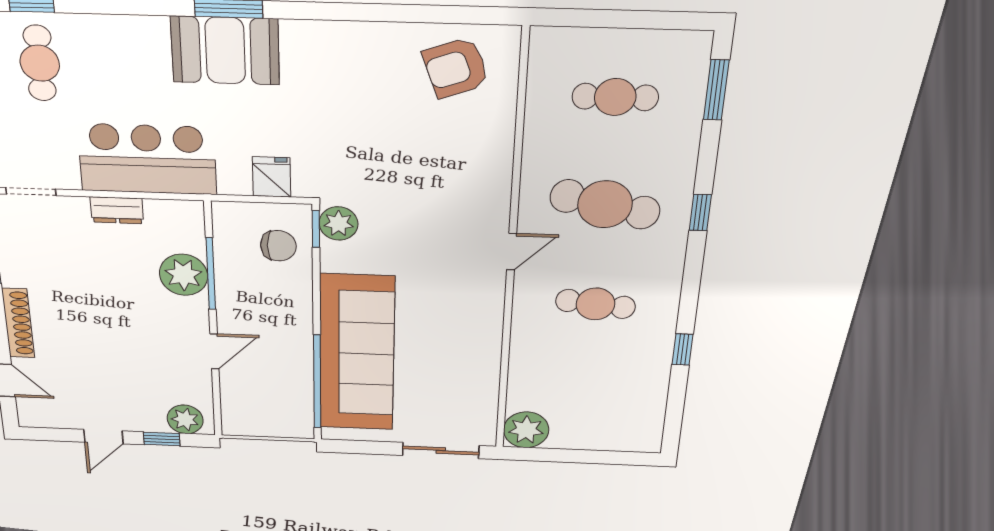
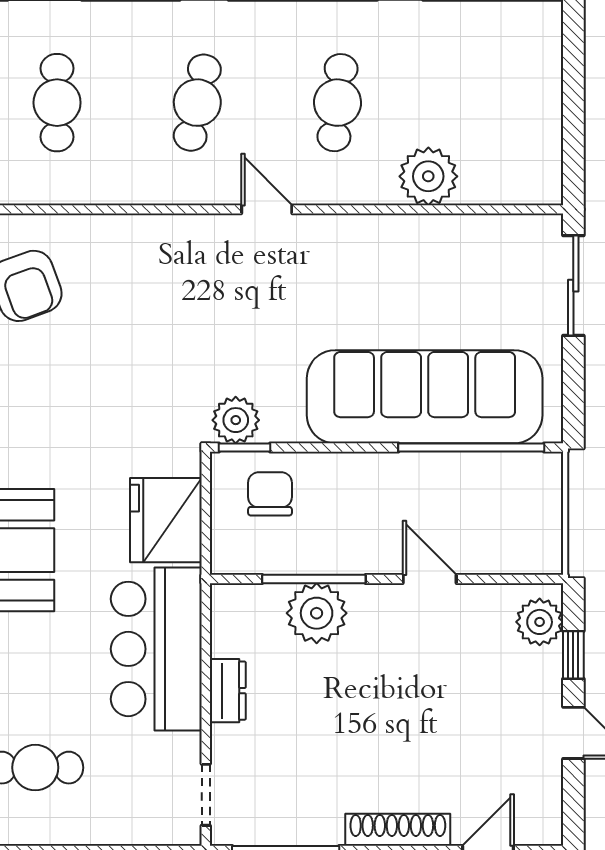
fridge: (272, 177) -> (166, 520), width x1.88, depth x1.34
cafe table: (605, 204) -> (197, 103), width x0.73, depth x0.74
plant: (526, 430) -> (428, 176), moved

